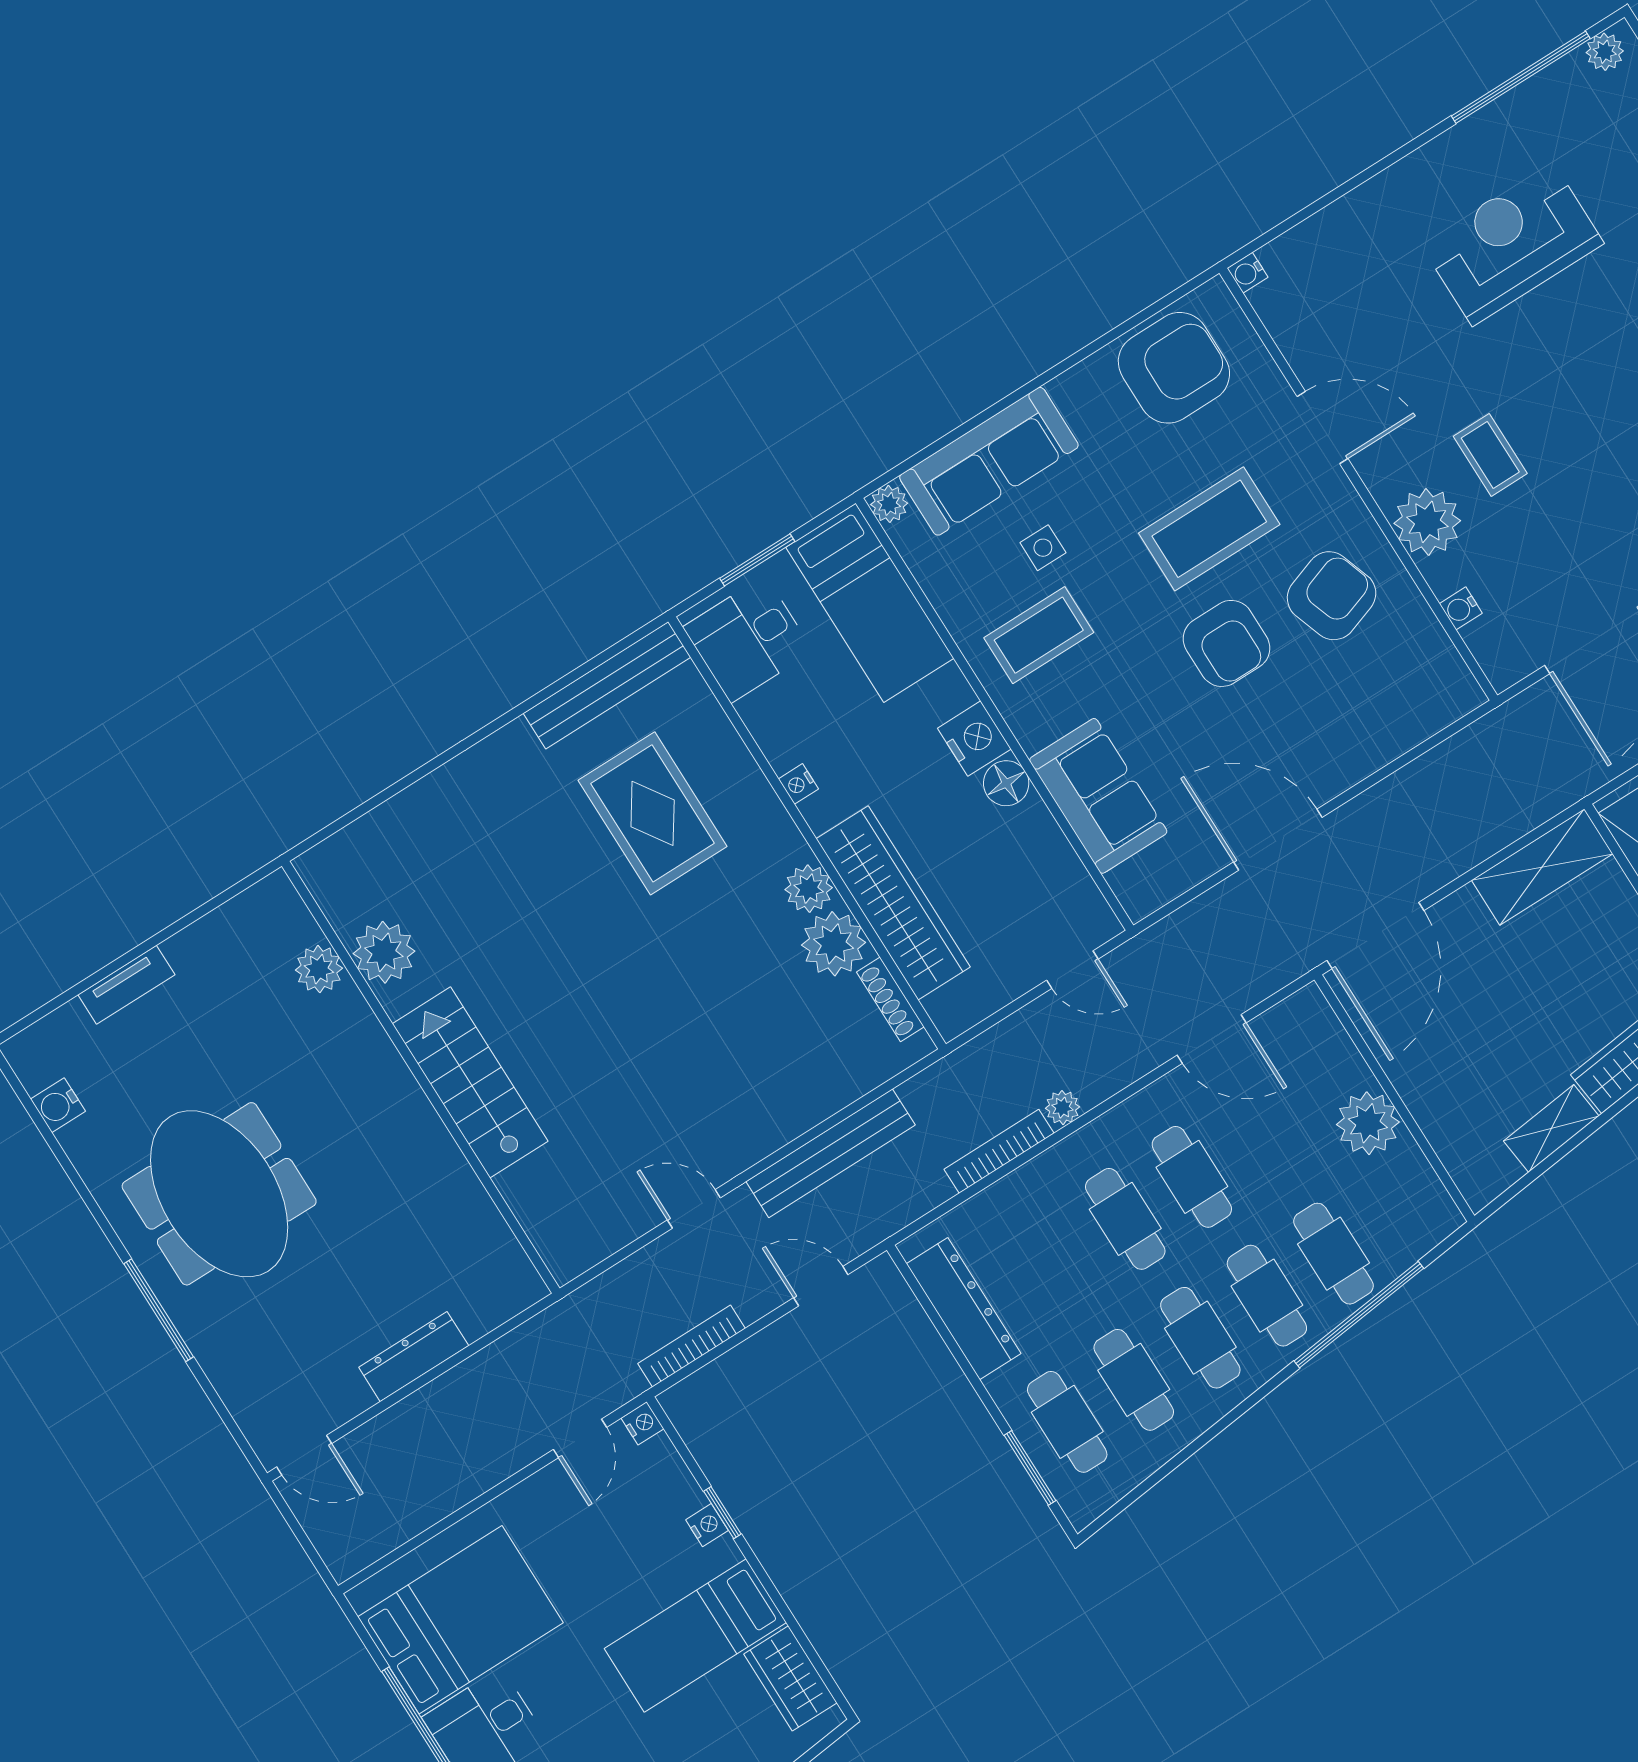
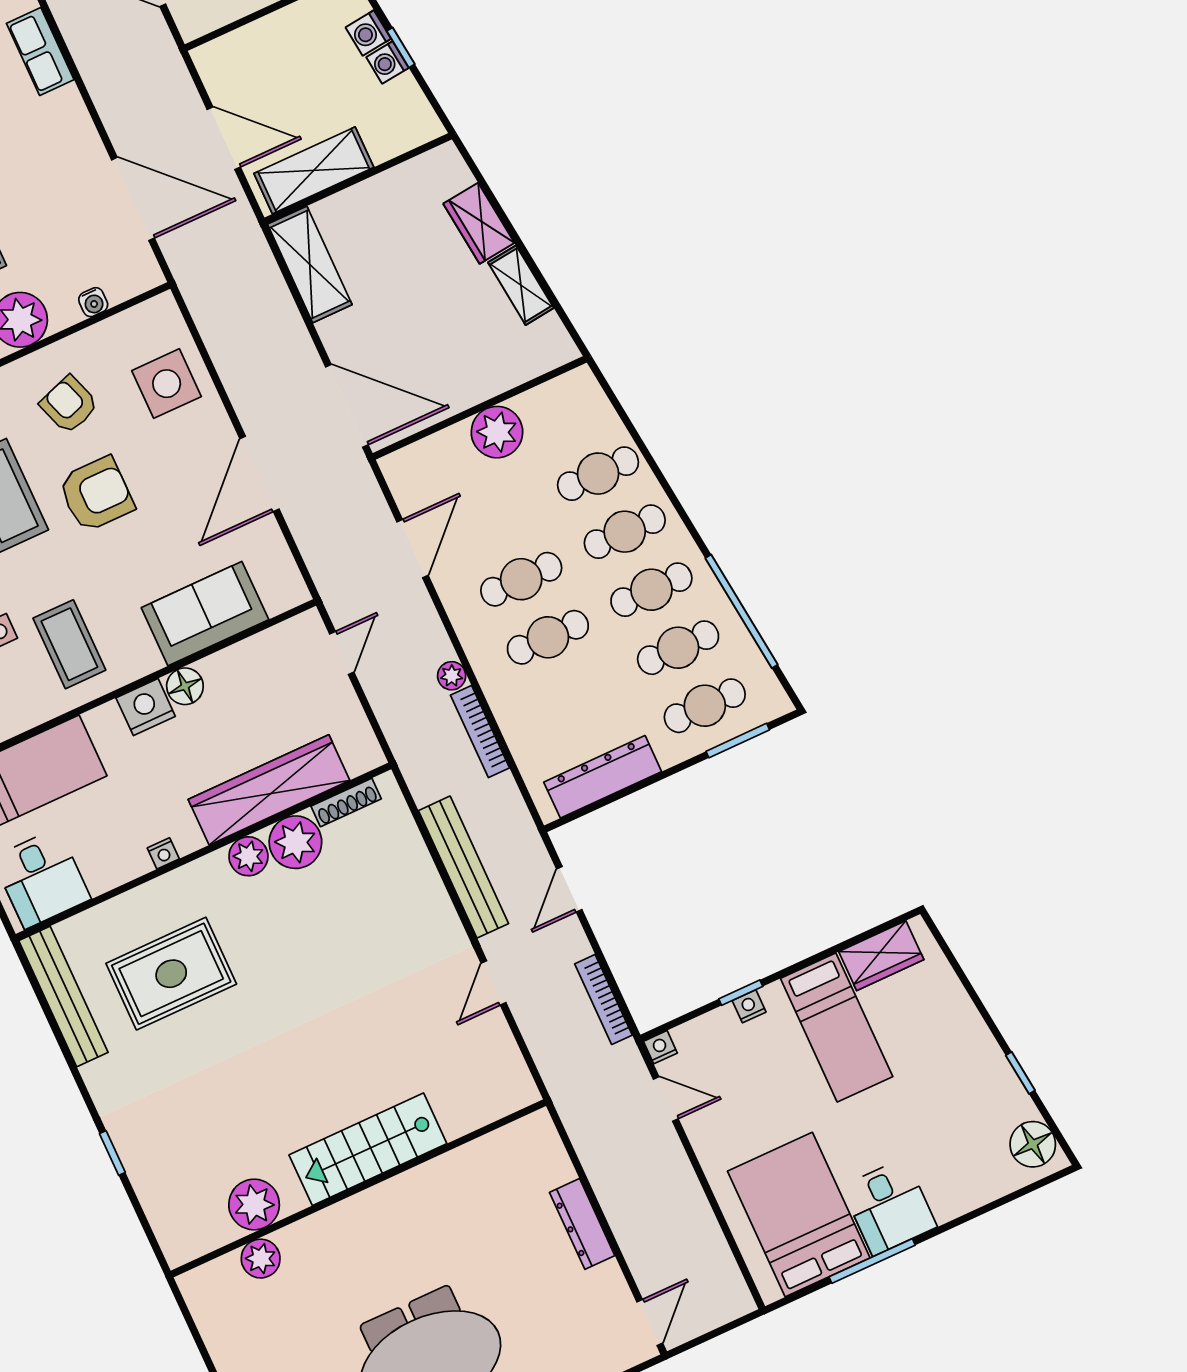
armchair: (1332, 596) -> (69, 405), width x0.72, depth x0.72
side table: (1373, 711) -> (167, 384), added
window: (424, 771) -> (112, 1153), added
window: (1359, 1315) -> (742, 611), moved

